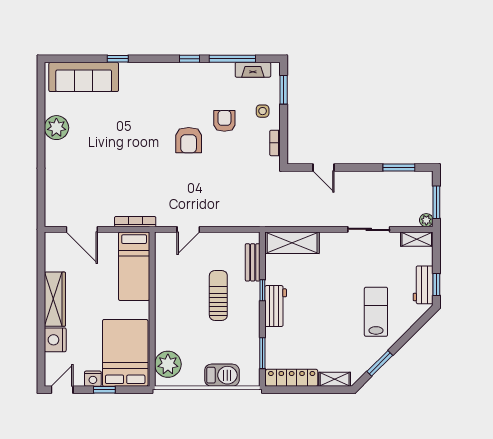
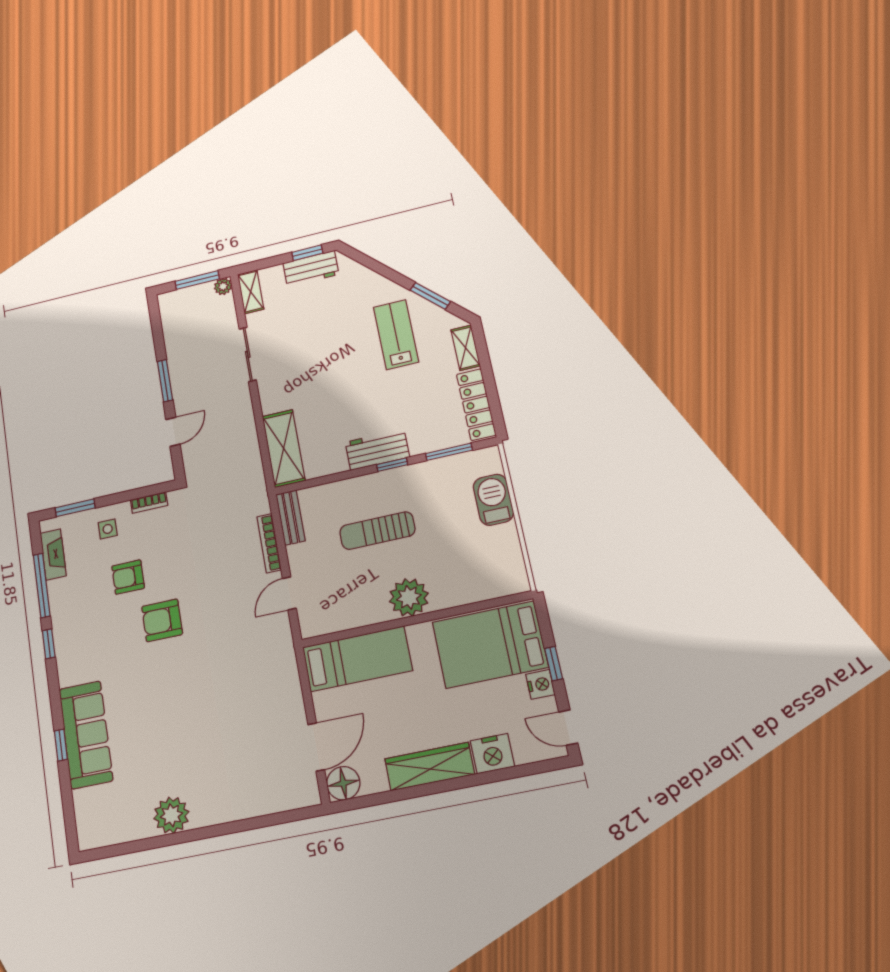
sofa: (84, 77) -> (86, 735), moved
armchair: (189, 140) -> (162, 620), turned 180
window: (399, 167) -> (165, 381), moved
bookcase: (135, 222) -> (269, 543), moved
door: (188, 229) -> (289, 593), swing flipped
floor lamp: (55, 243) -> (343, 783), added
bench: (253, 262) -> (291, 518), moved, turned 90
window: (262, 290) -> (392, 465), moved
lab bench: (376, 312) -> (396, 335), moved, turned 90
plant: (168, 364) -> (409, 597), moved

